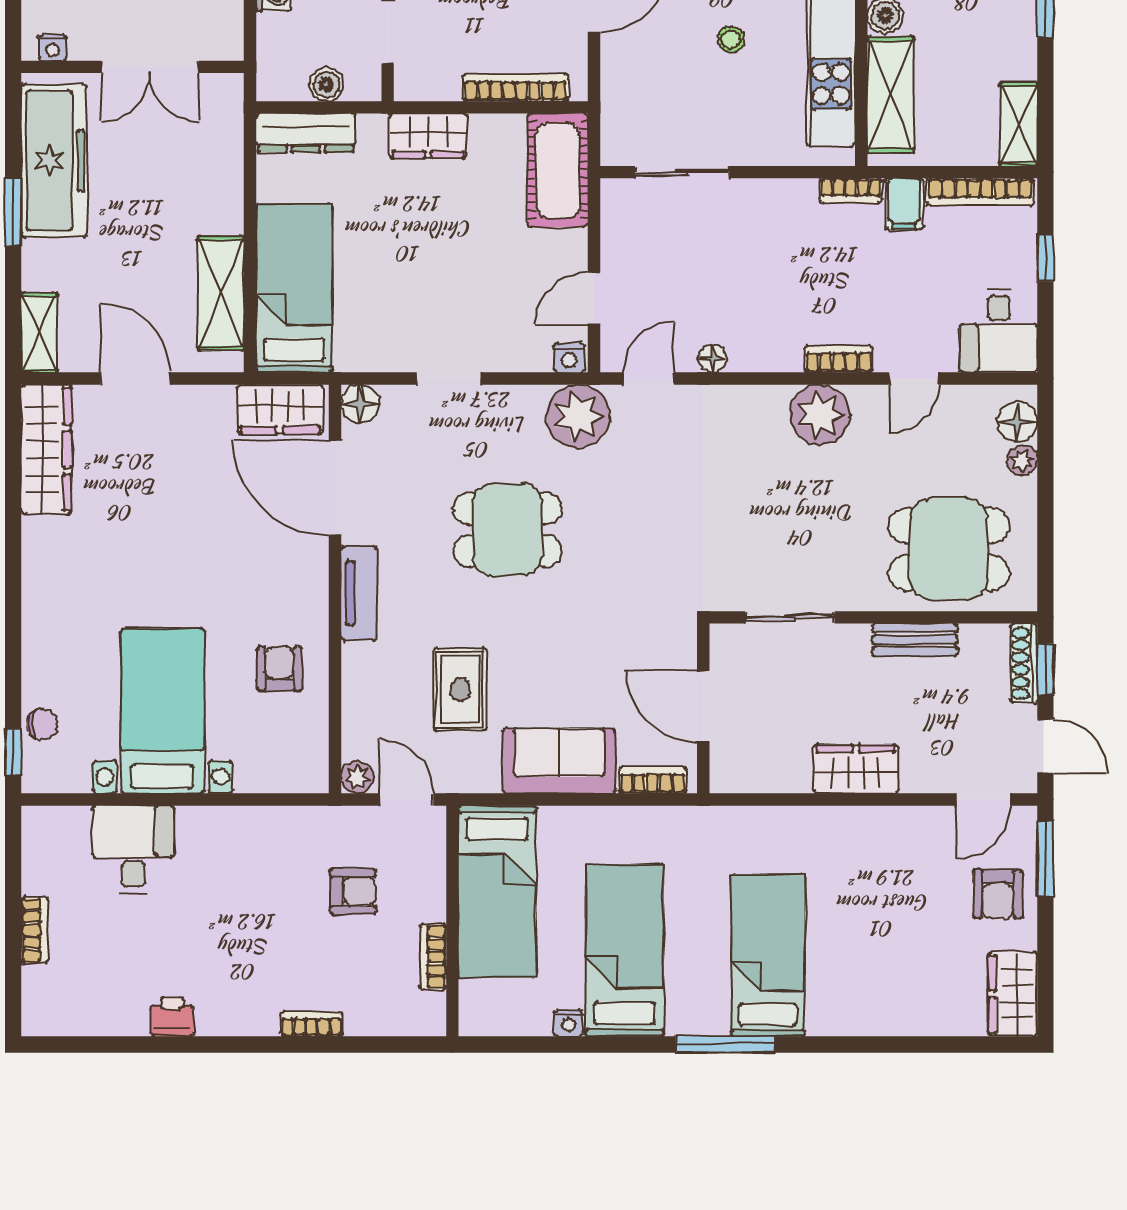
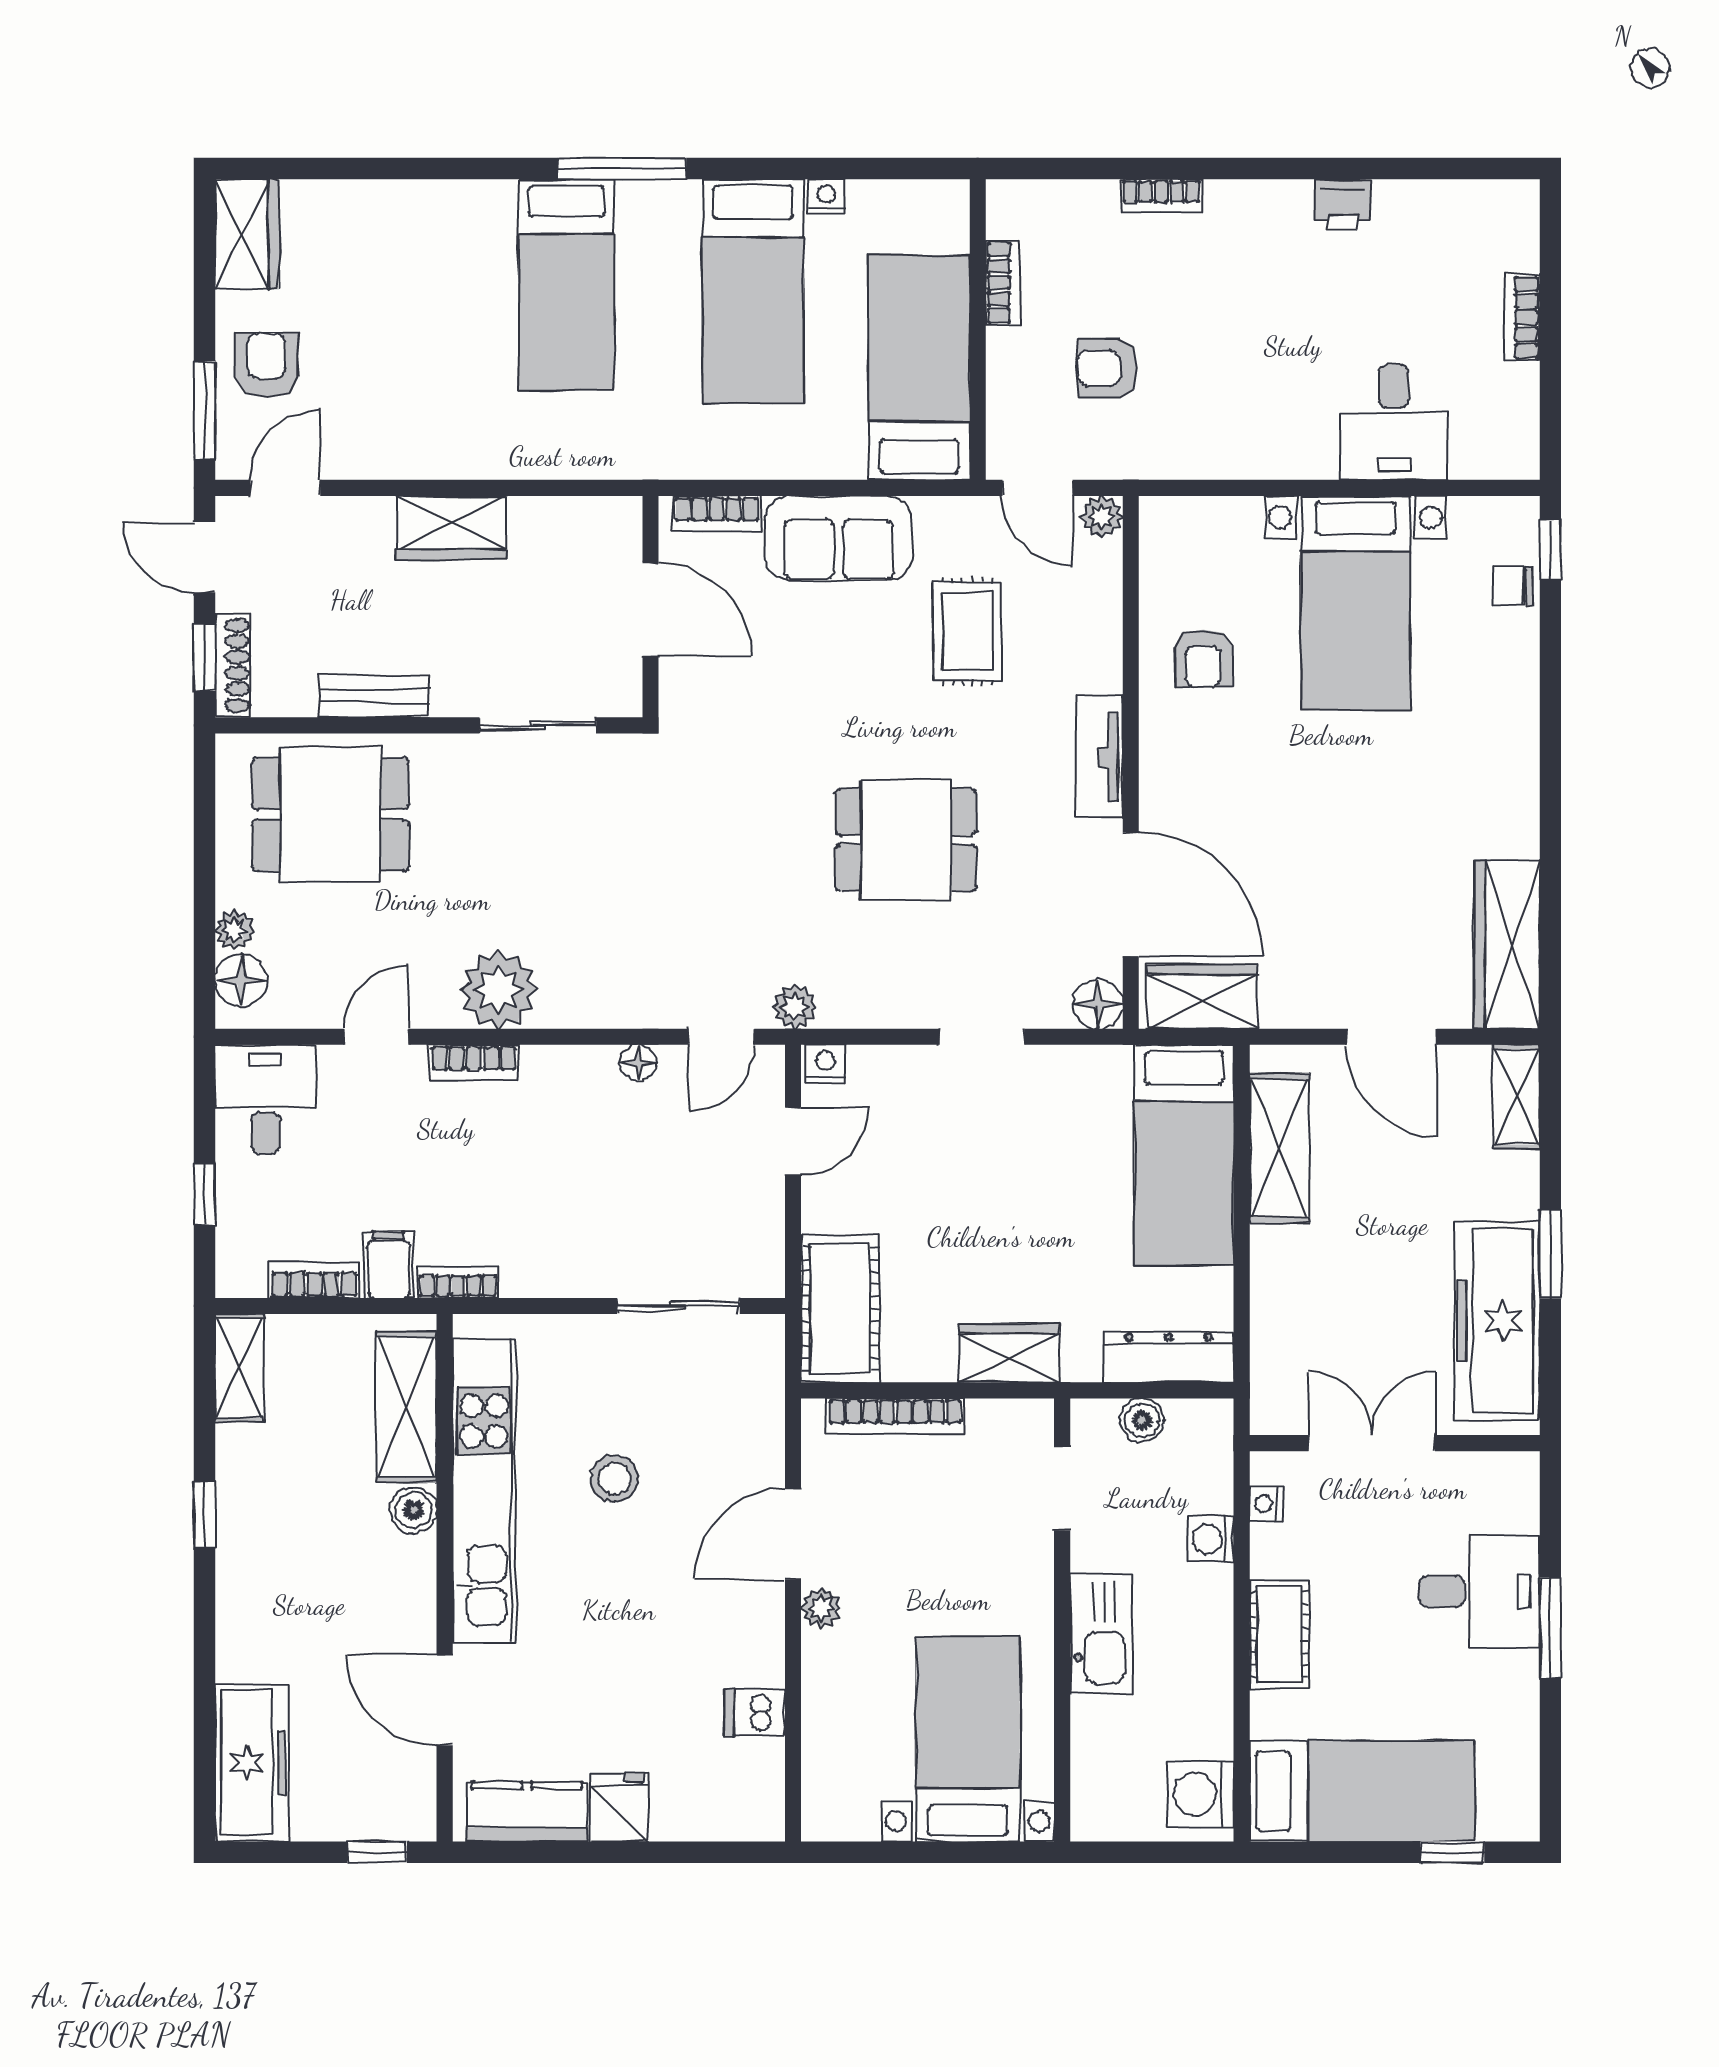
stool: (731, 40) -> (614, 1479), width x1.37, depth x1.37
nightstand: (52, 48) -> (1267, 1504), moved, turned -90
bookcase: (980, 192) -> (314, 1280), width x0.64
plant: (578, 416) -> (795, 1007), width x0.53, depth x0.53

